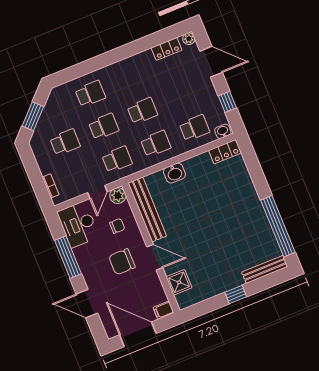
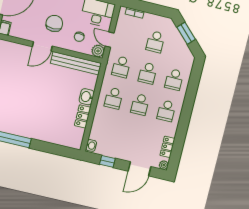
school desk: (194, 128) -> (166, 111), moved
locker: (225, 152) -> (83, 116), moved
shower: (179, 282) -> (15, 50), removed

